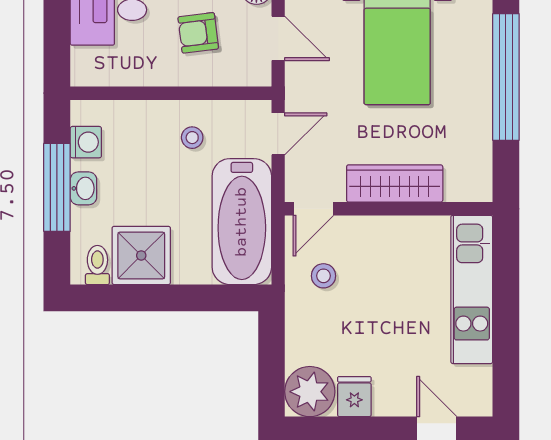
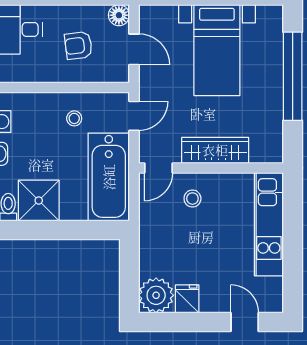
stool: (323, 276) -> (192, 199), moved

